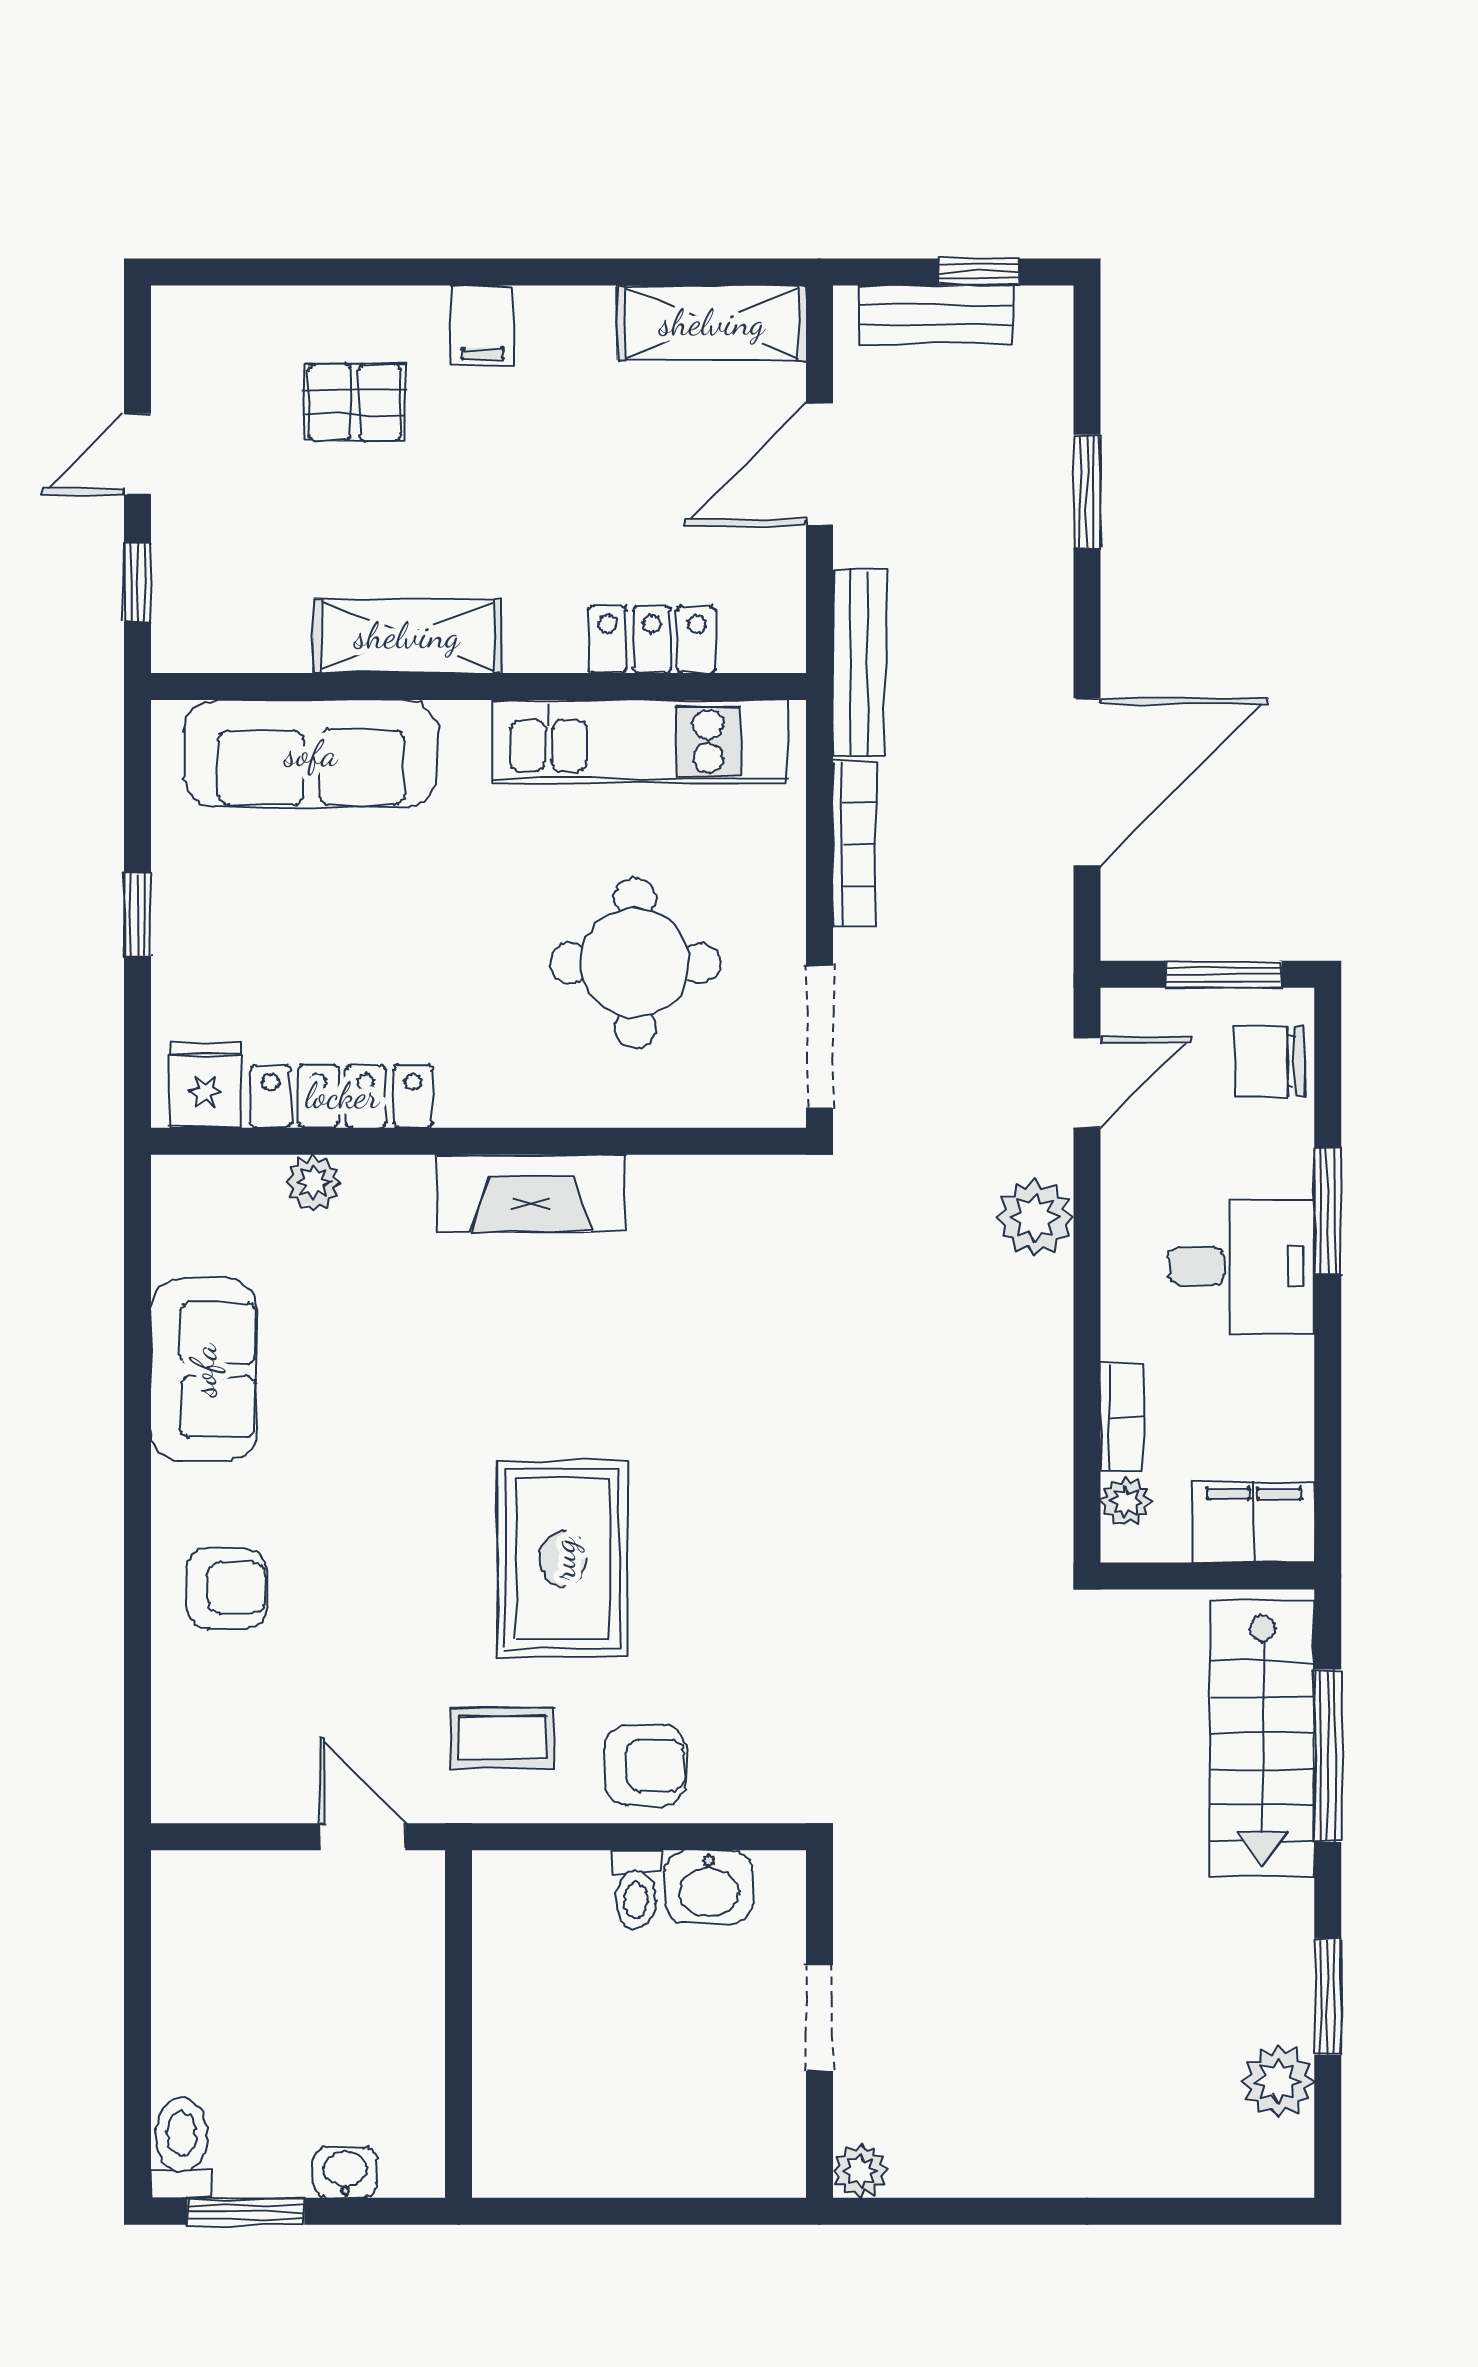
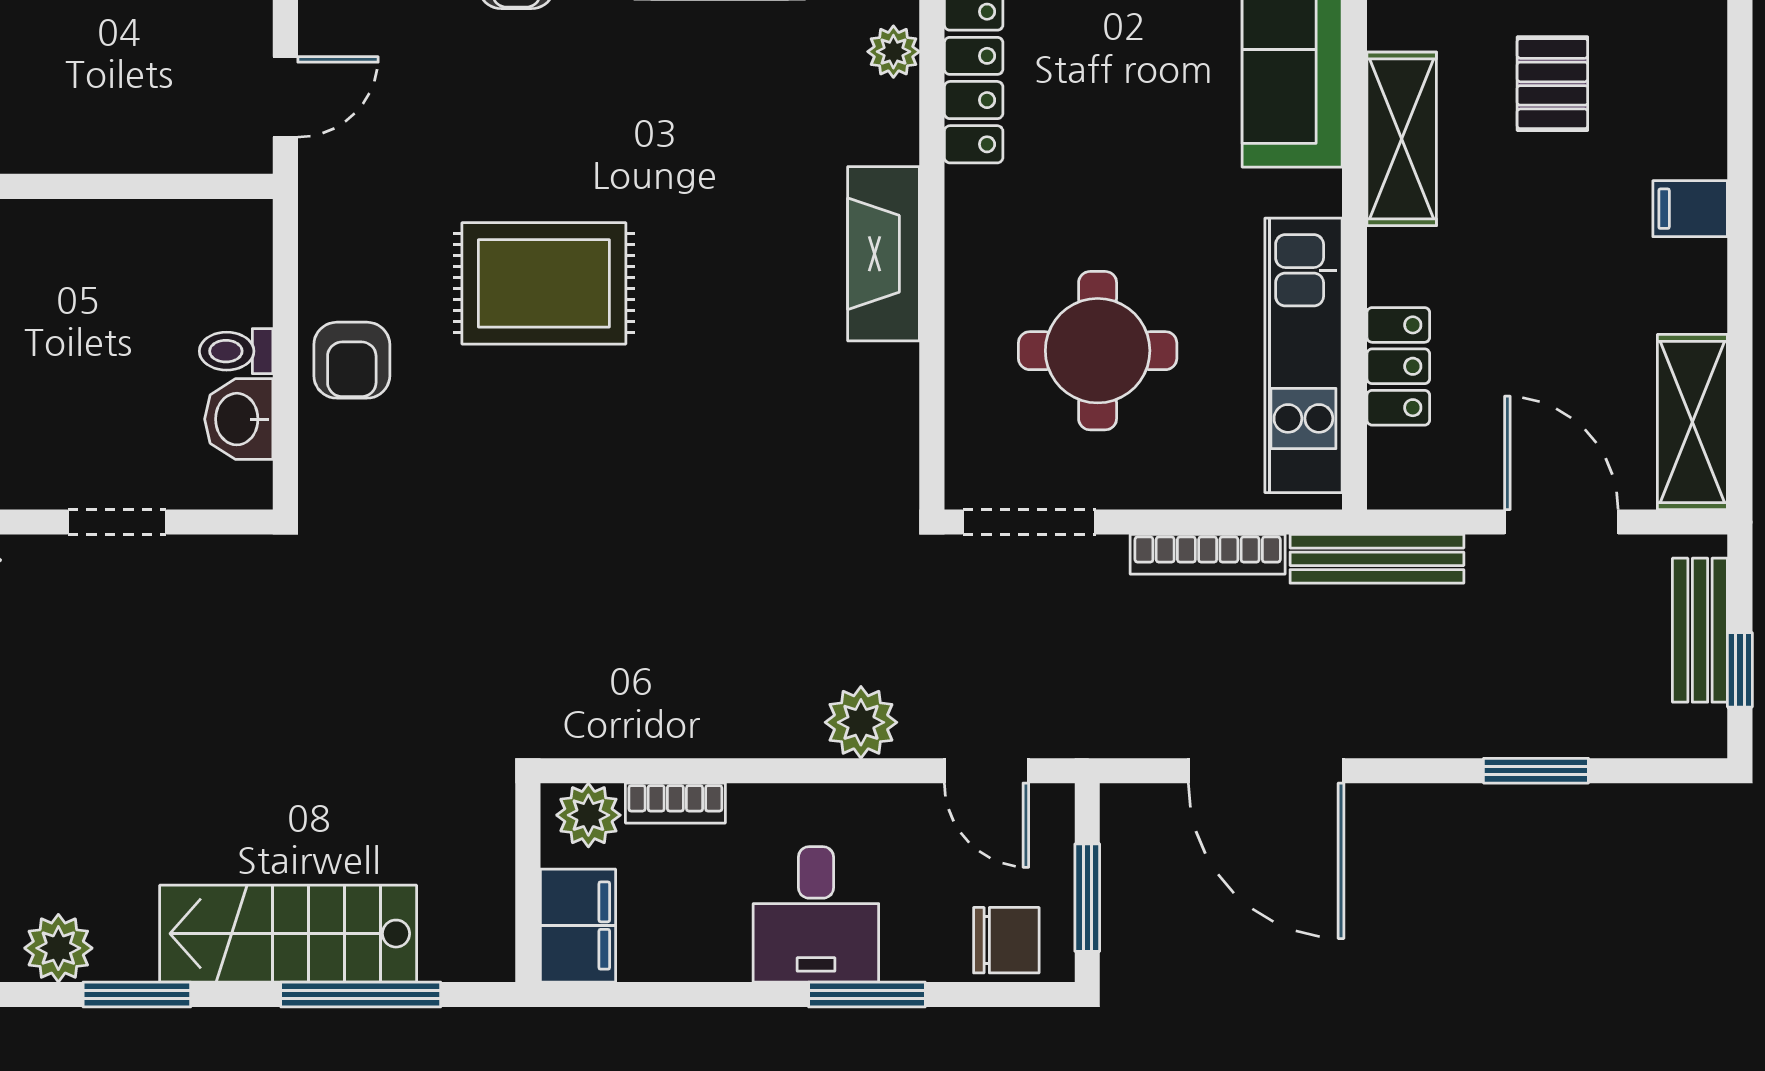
pallet: (355, 402) -> (1552, 84), moved
chair: (1269, 1061) -> (1006, 940), turned 90
plant: (1125, 1501) -> (588, 815), width x1.38, depth x1.38
coffee table: (502, 1738) -> (377, 227), removed
stairs: (1262, 1739) -> (288, 934), moved

